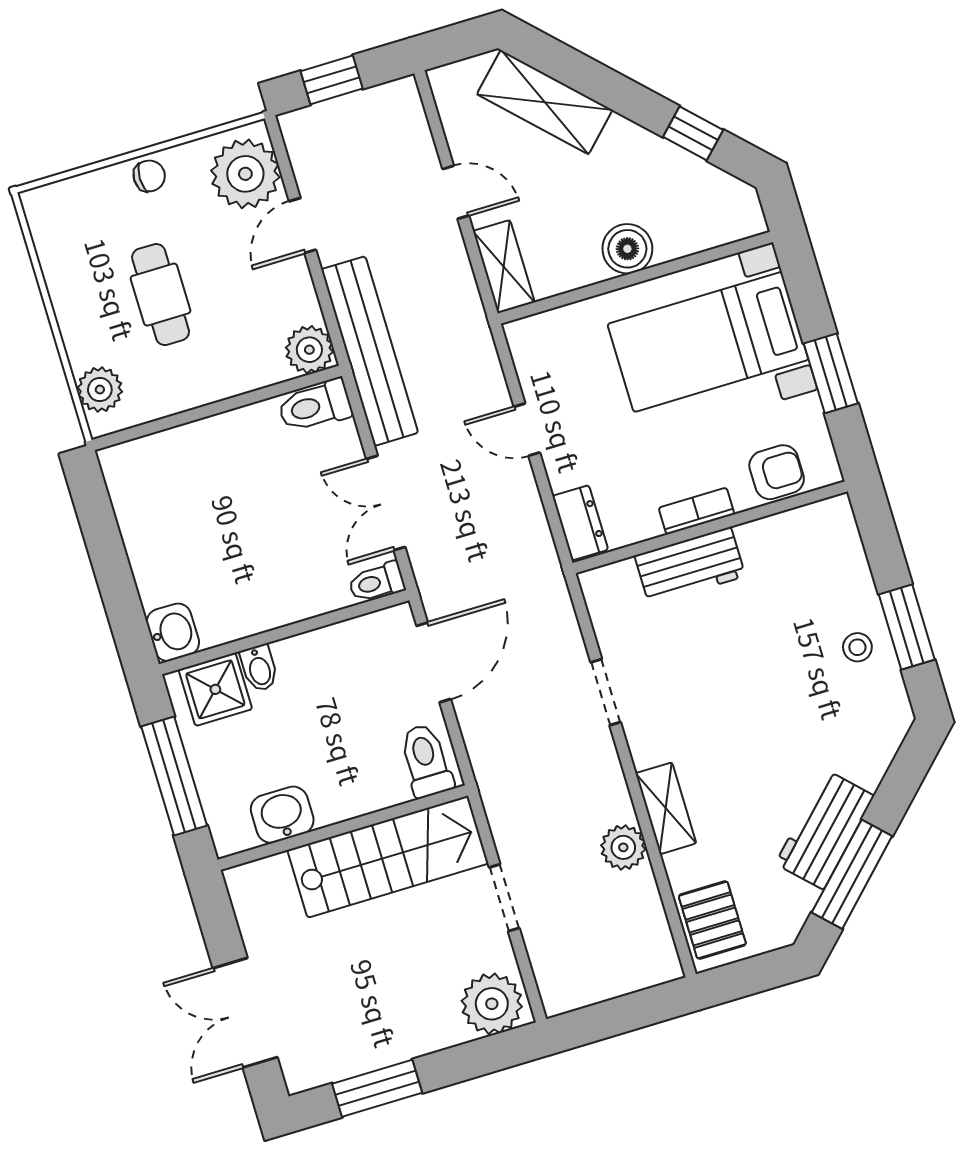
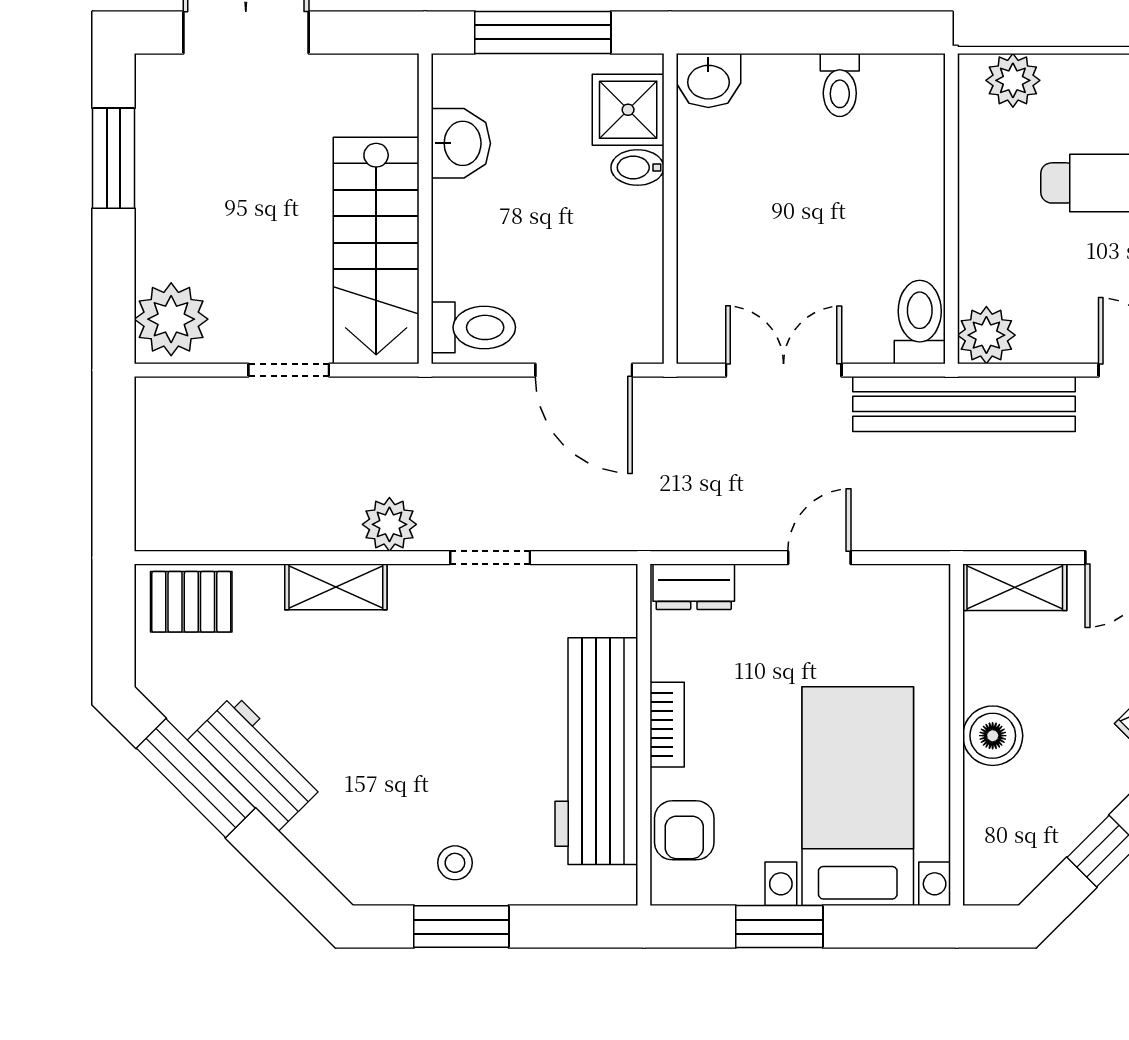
workbench: (690, 566) -> (596, 751), width x1.88, depth x1.32
toilet: (377, 582) -> (840, 85), moved, turned 180
plant: (623, 847) -> (389, 524), moved

